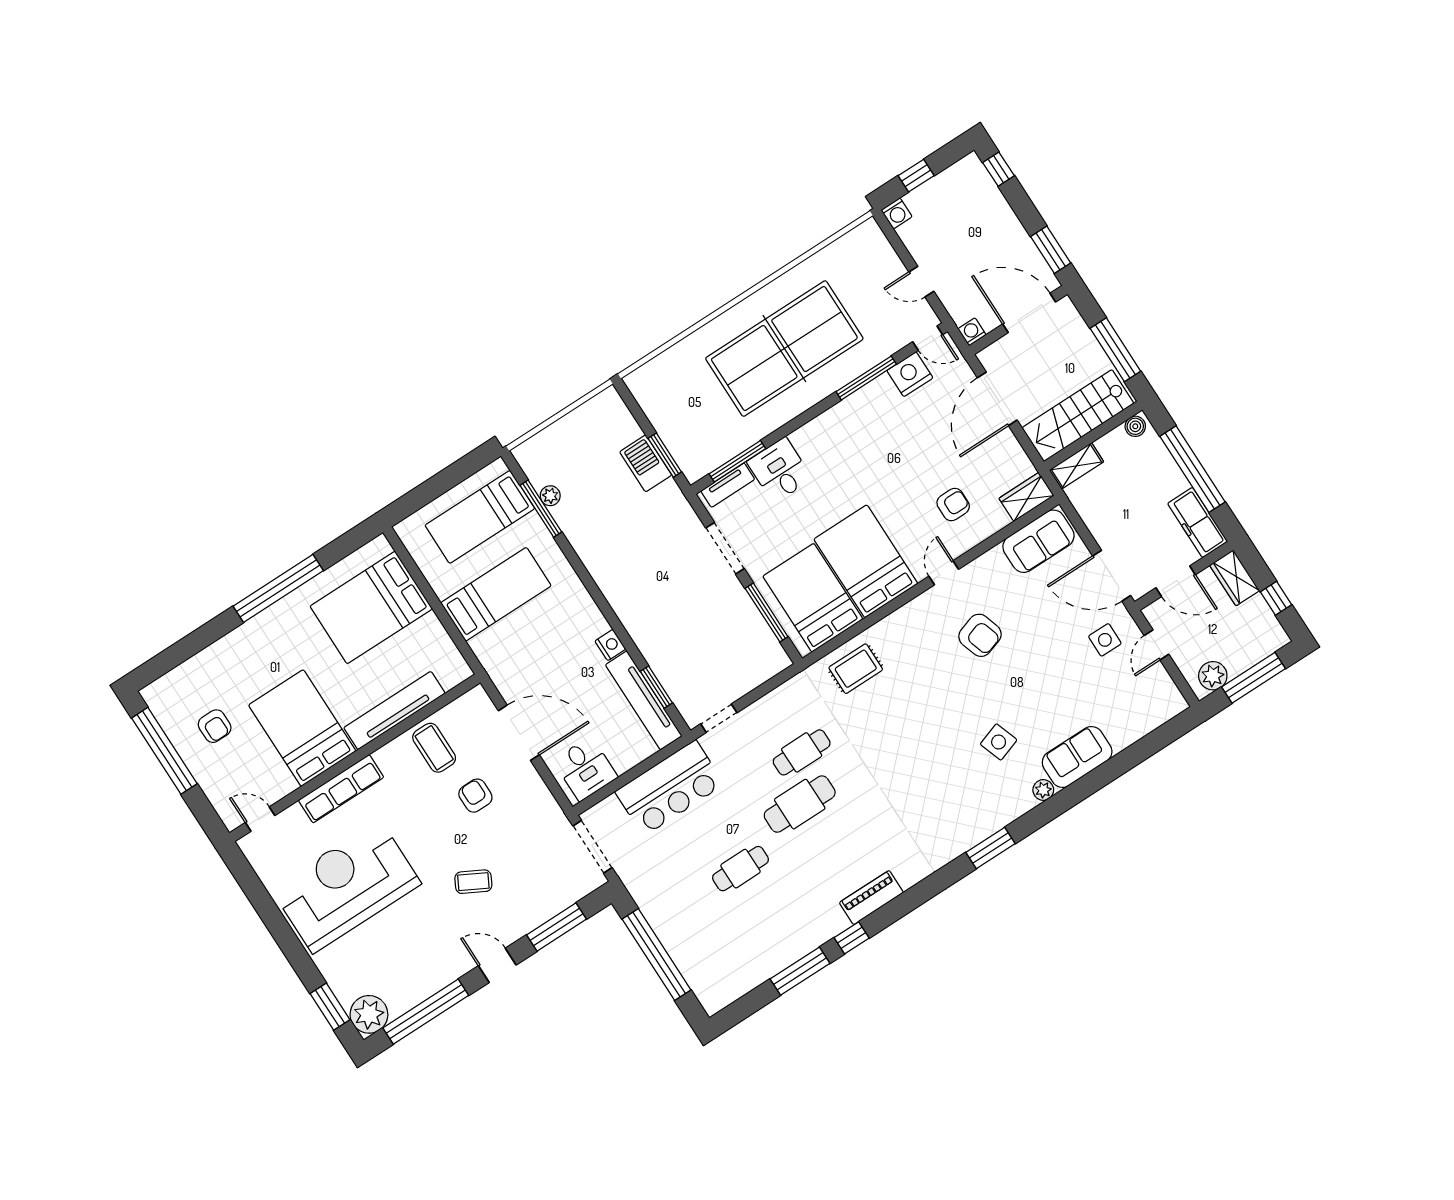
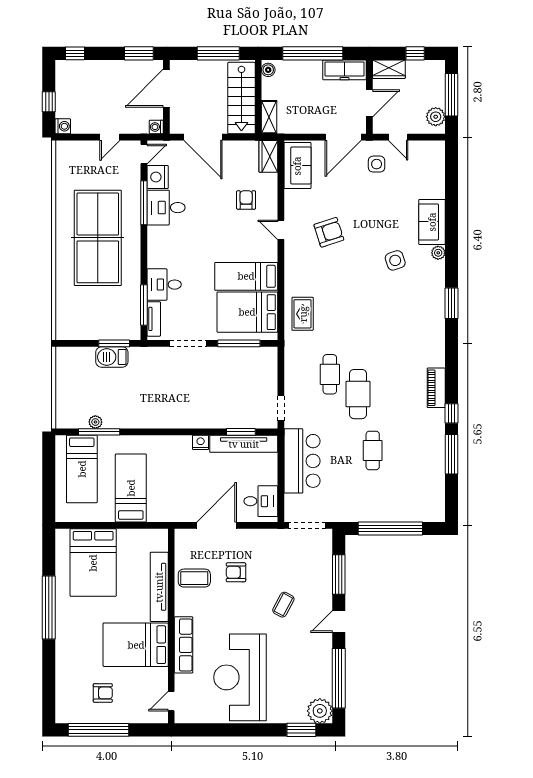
desk: (878, 410) -> (166, 208), added
bed: (866, 561) -> (246, 276), width x0.67

